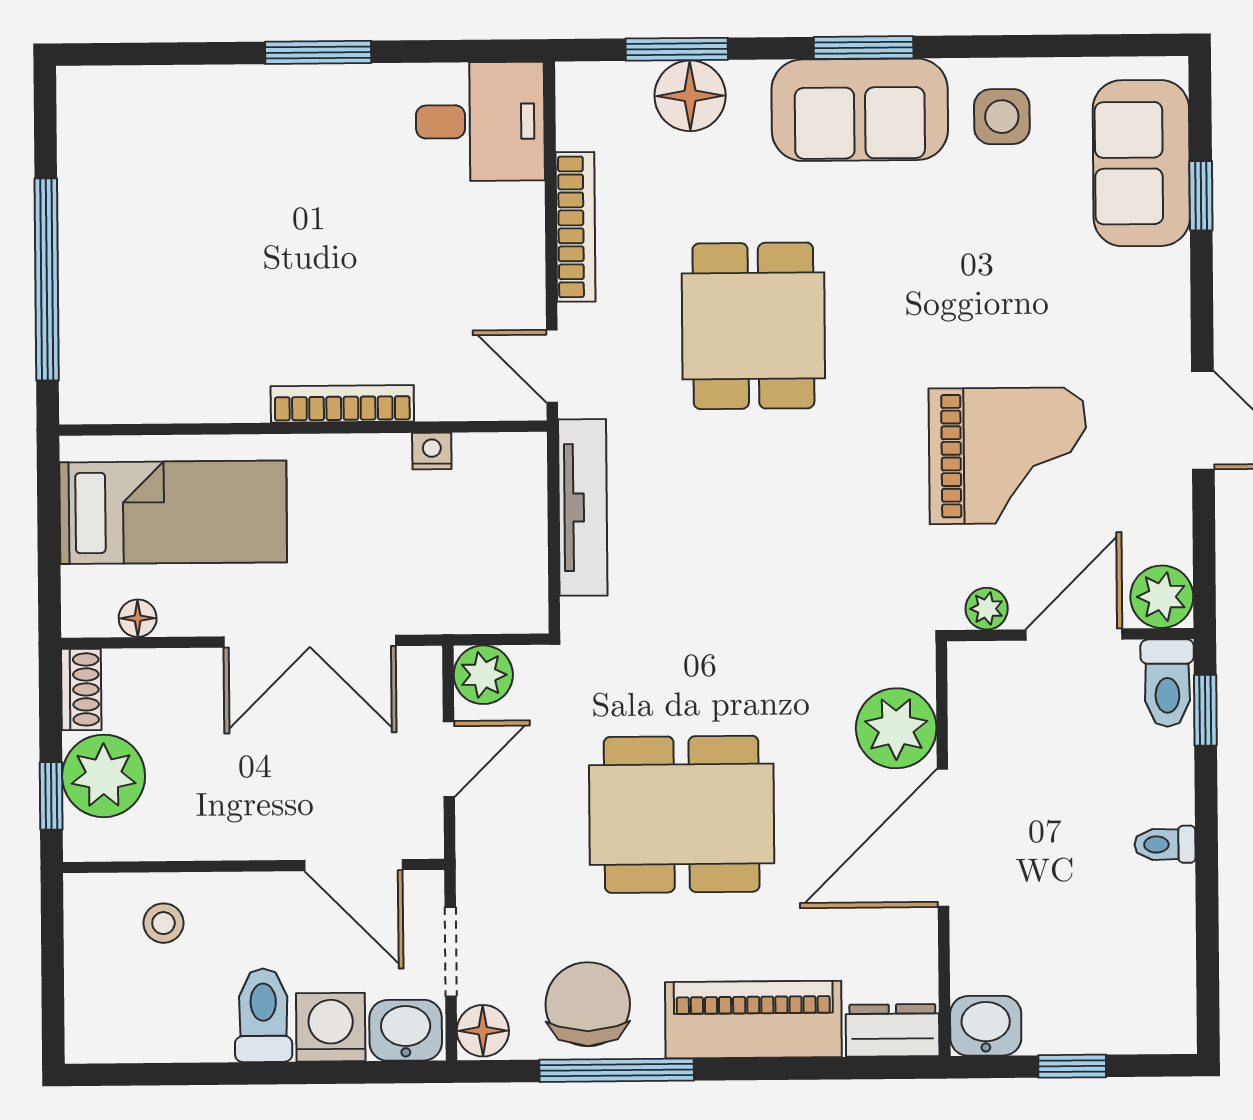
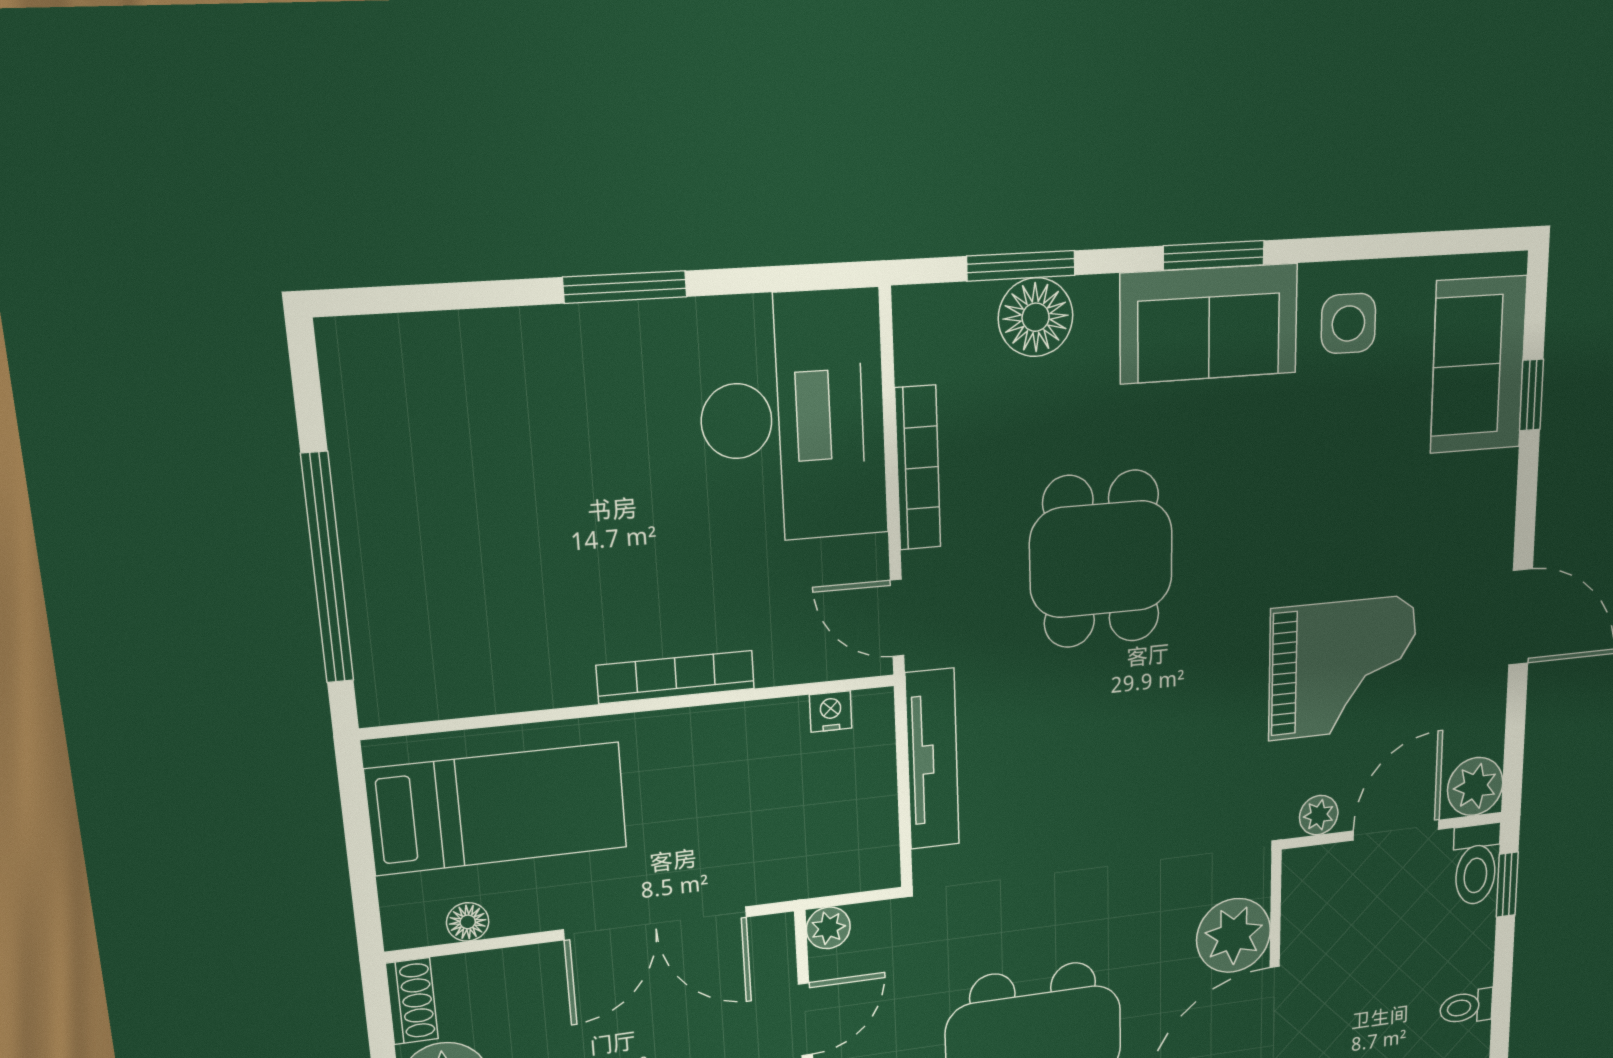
desk: (480, 122) -> (793, 417), width x1.87, depth x1.30
nightstand: (432, 451) -> (831, 711), moved
plant: (483, 675) -> (828, 928), width x0.73, depth x0.73

